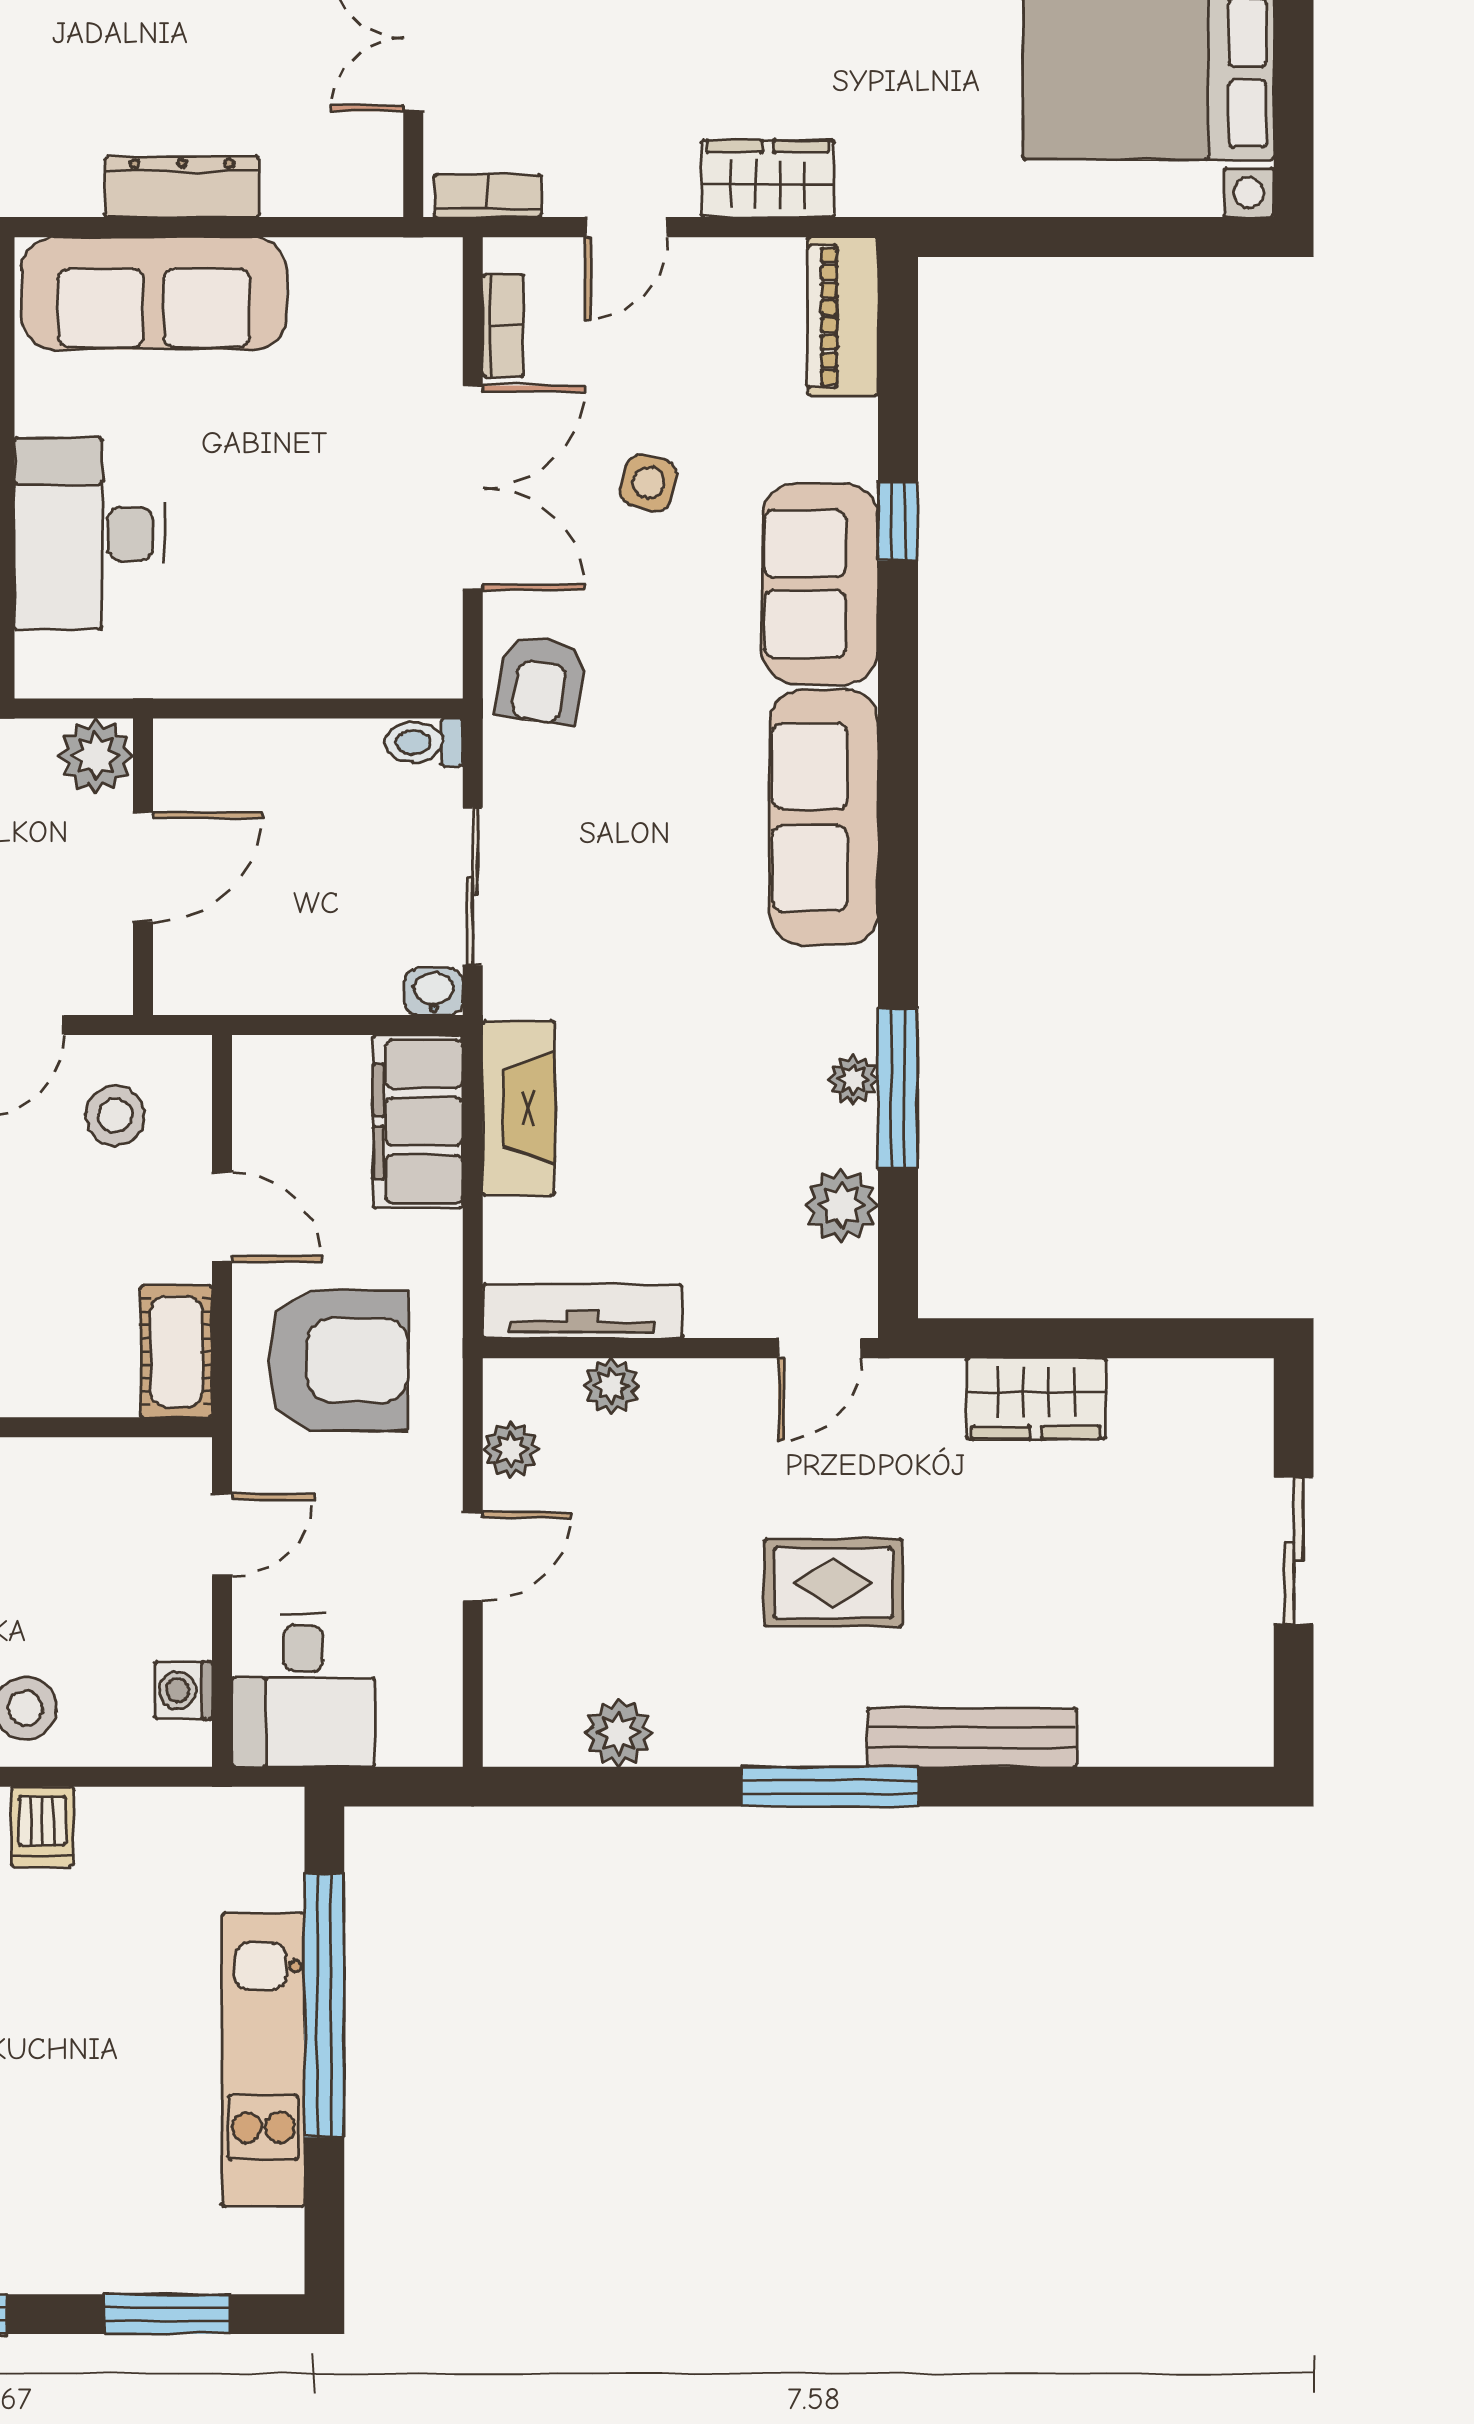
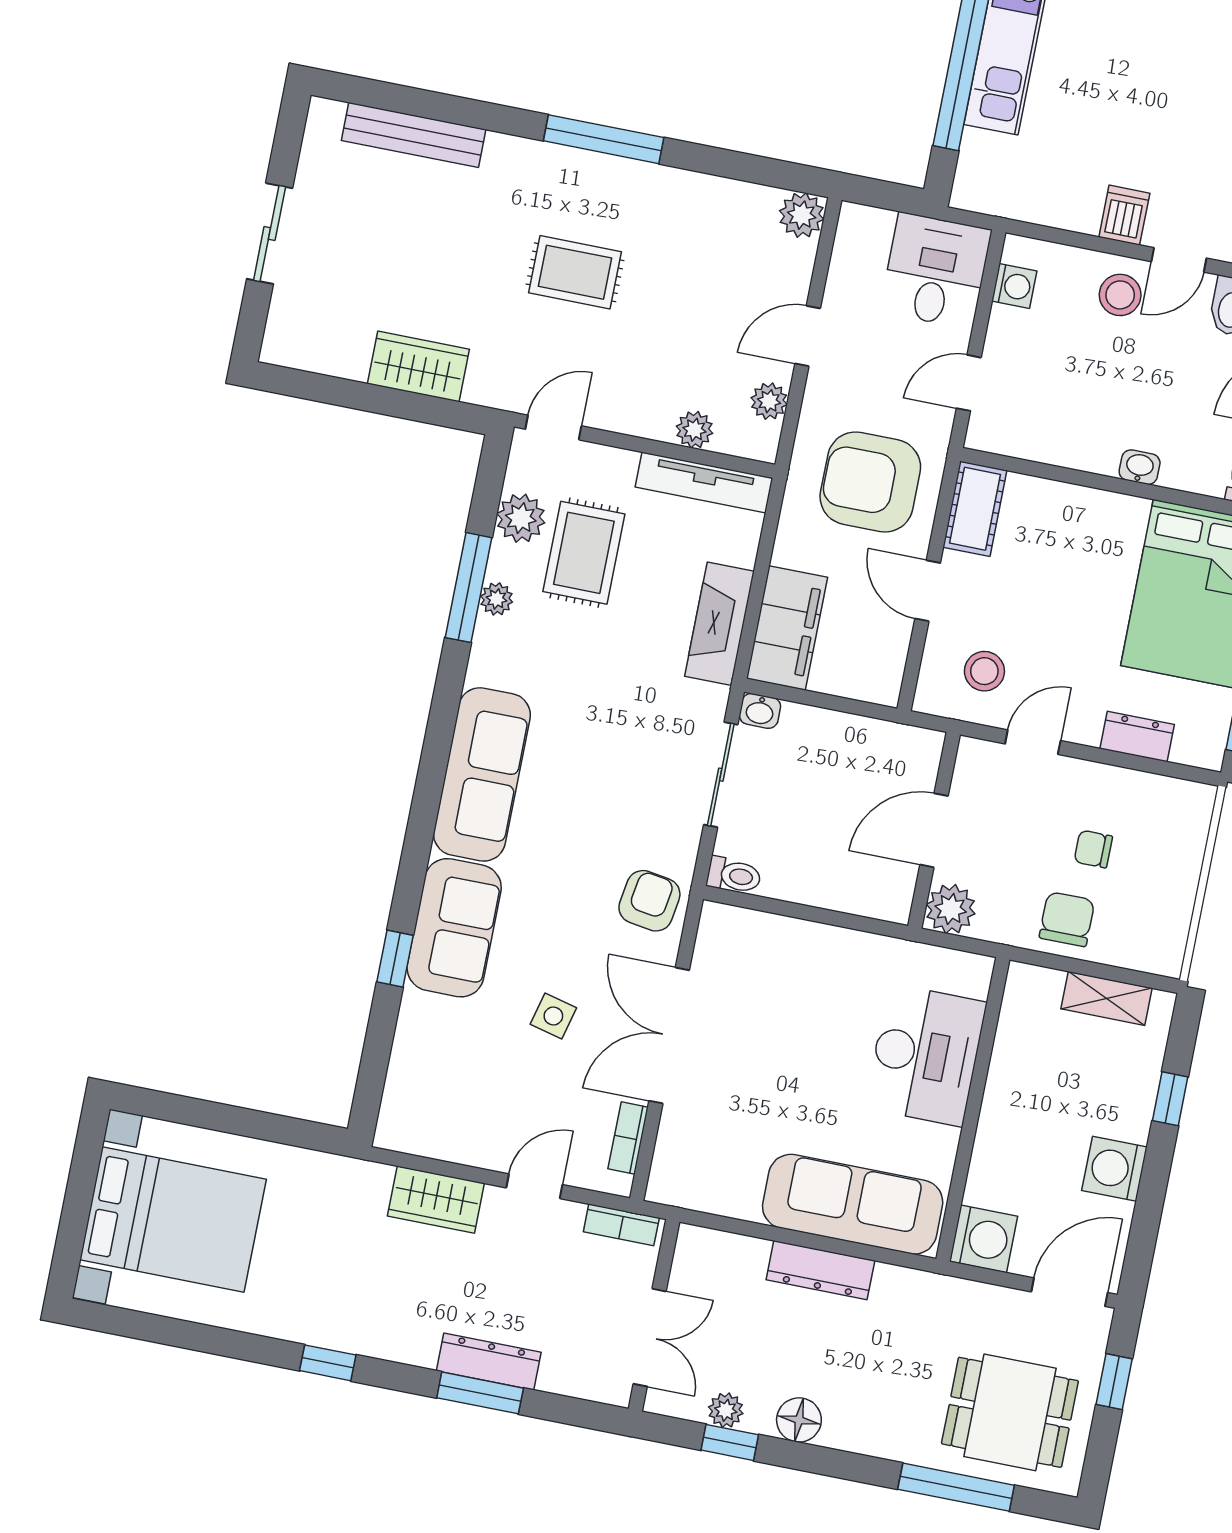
piano: (843, 316) -> (405, 1100), removed
rug: (739, 1173) -> (584, 553), added
plant: (619, 1733) -> (802, 215), moved
bench: (972, 1738) -> (414, 135), moved

